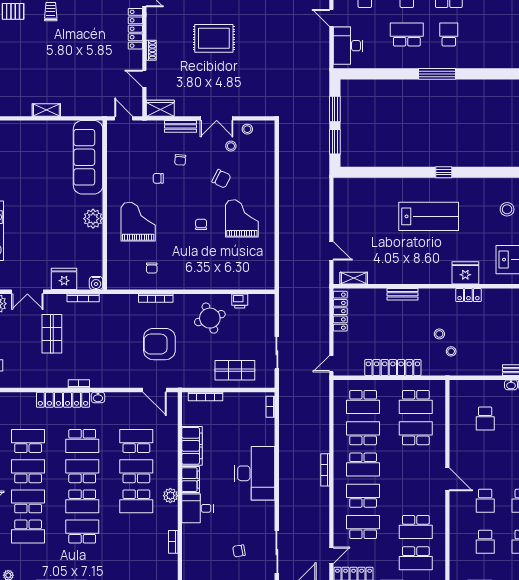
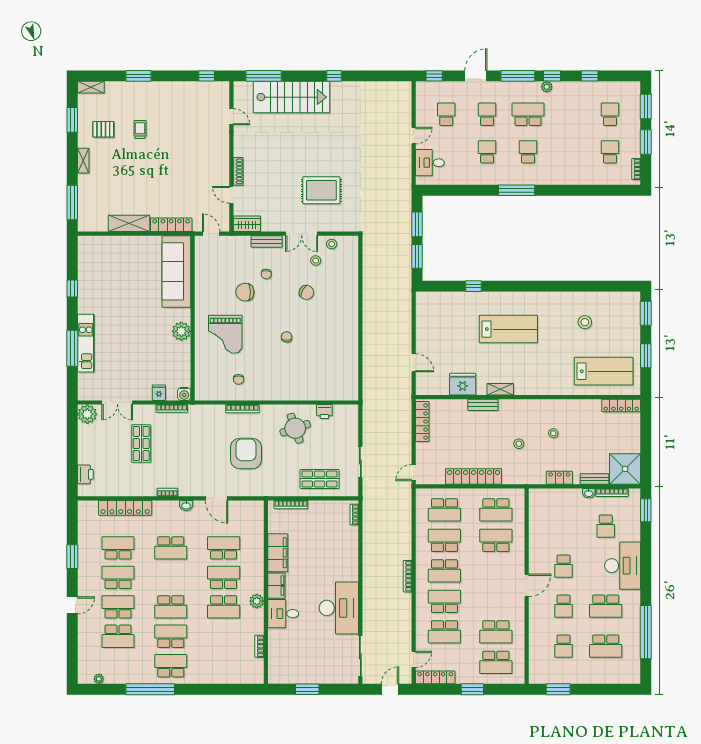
door: (331, 18) -> (414, 136), swing flipped
locker: (135, 29) -> (171, 225), moved, turned 90
school desk: (407, 35) -> (487, 152), width x0.54
rug: (214, 38) -> (321, 190), moved
desk: (348, 46) -> (430, 163), width x0.73
shoe rack: (151, 50) -> (238, 171), width x1.43
shelving: (46, 110) -> (129, 223), width x1.50, depth x1.33
window: (444, 172) -> (473, 286), moved
chair: (158, 178) -> (245, 292), width x1.87, depth x1.87
grand piano: (242, 218) -> (326, 331), removed
grand piano: (138, 222) -> (225, 334), turned 180
fridge: (465, 273) -> (463, 384), moved
shelving: (354, 278) -> (500, 389), moved
fridge: (64, 279) -> (159, 393), width x0.53, depth x0.75
locker: (468, 295) -> (559, 478), moved, turned 180
armchair: (159, 344) -> (246, 454), turned 90
stool: (451, 351) -> (553, 433), moved
door: (155, 390) -> (217, 498), moved
locker: (63, 400) -> (125, 508), moved
school desk: (485, 419) -> (563, 566), moved
school desk: (82, 471) -> (171, 666), moved
desk: (255, 473) -> (339, 608), moved
door: (447, 479) -> (527, 585), hinge flipped
school desk: (363, 527) -> (444, 632), turned 180
chair: (239, 551) -> (324, 655), removed

